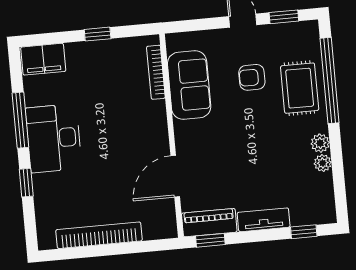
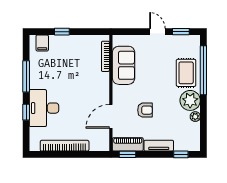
window: (98, 34) -> (62, 32), moved
filing cabinet: (43, 59) -> (42, 43), width x0.50
armchair: (252, 77) -> (145, 110), moved, turned 180
desk: (54, 138) -> (44, 108), moved
plant: (320, 143) -> (190, 100), width x1.88, depth x1.88

